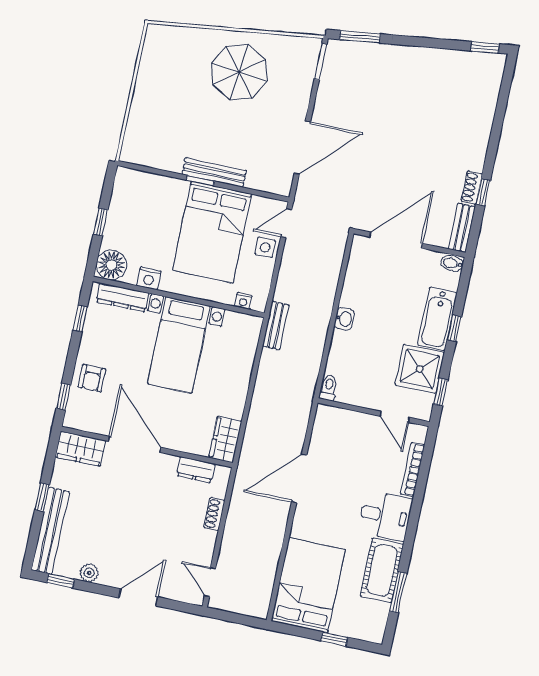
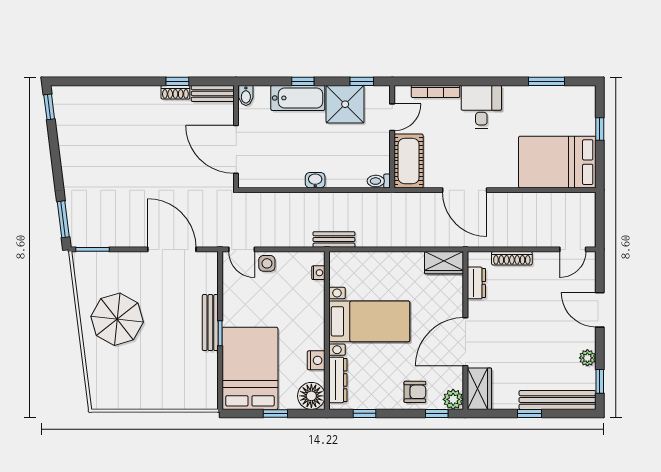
bed: (212, 232) -> (250, 368), moved, turned -90
plant: (75, 418) -> (453, 399), added
shoe rack: (214, 514) -> (512, 258), width x1.43
cot: (382, 570) -> (409, 161), moved, turned 90

